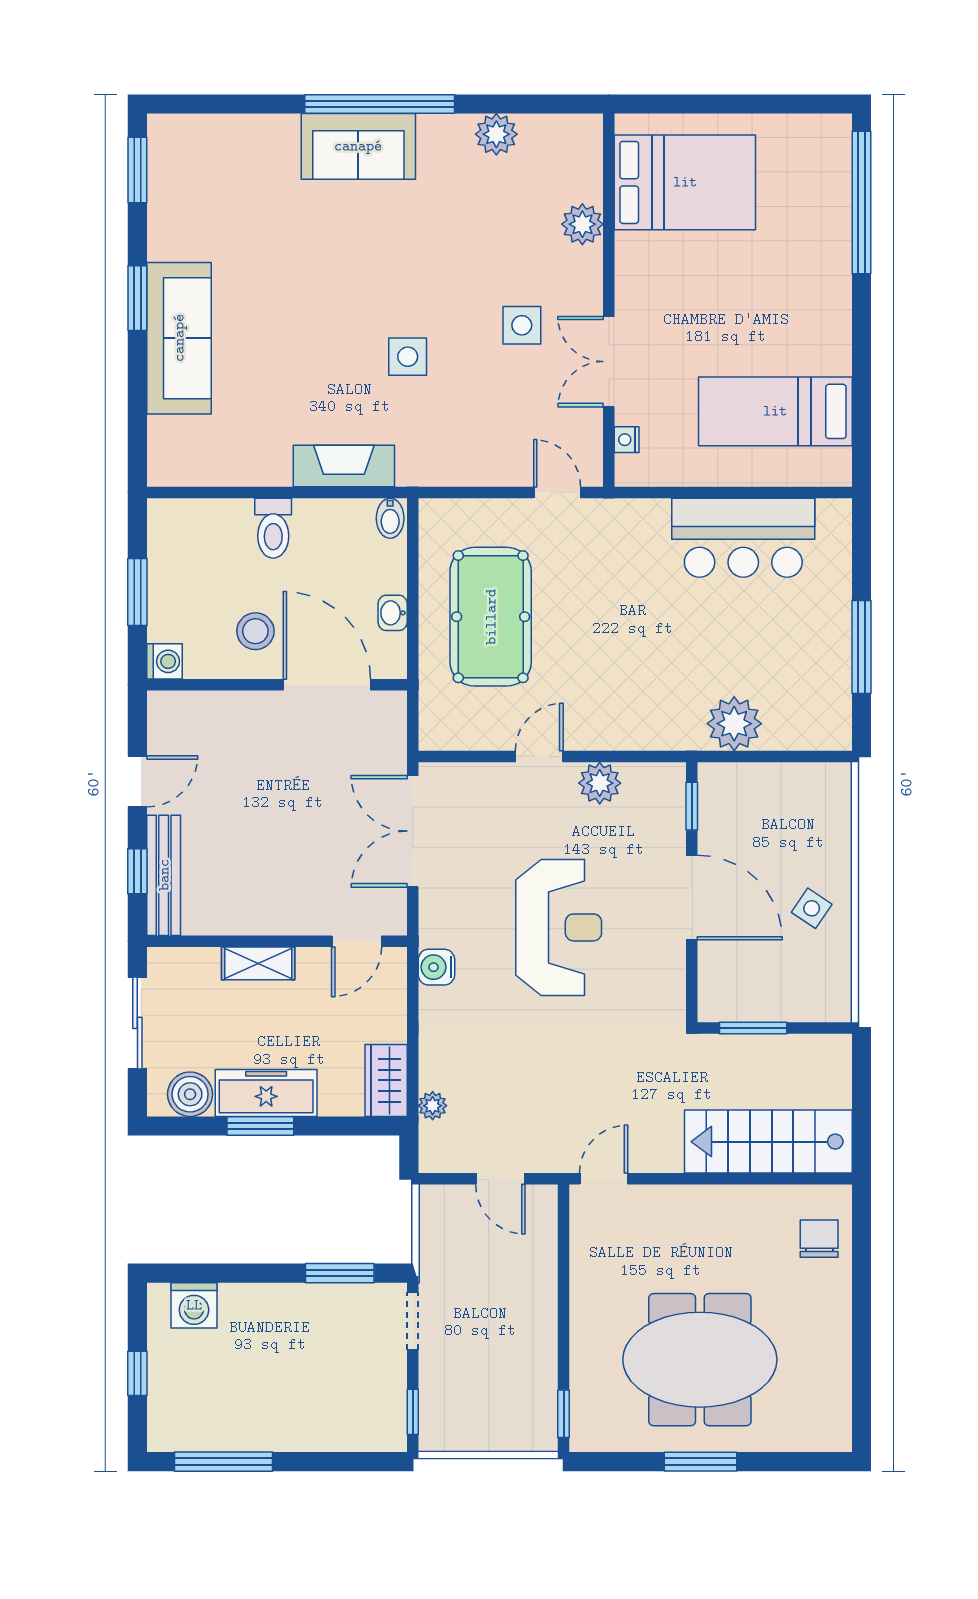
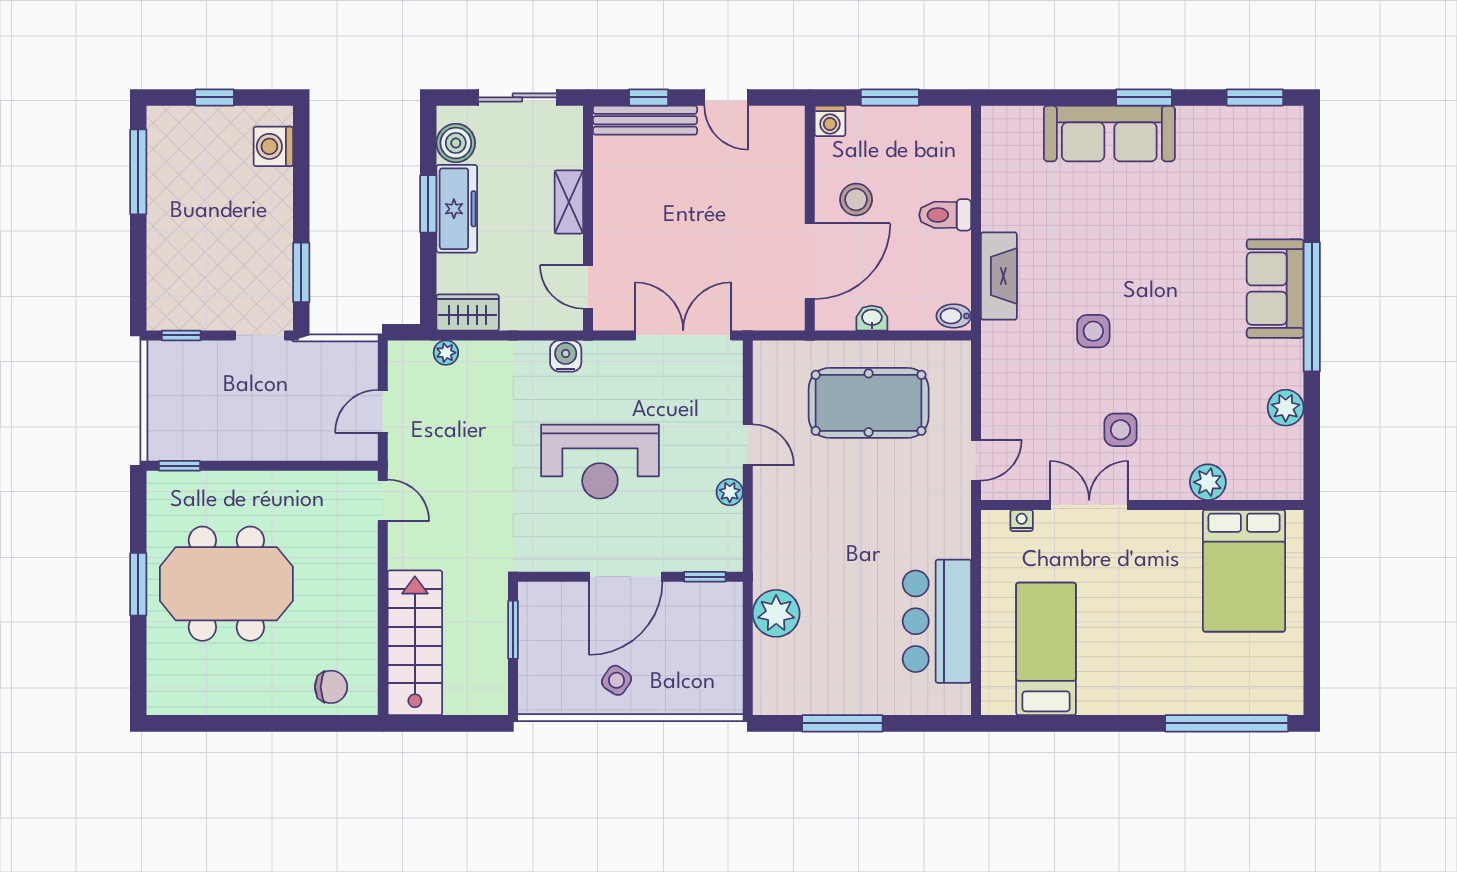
plant: (600, 783) -> (730, 492), width x0.73, depth x0.73
meeting table: (700, 1360) -> (226, 584), turned 90

